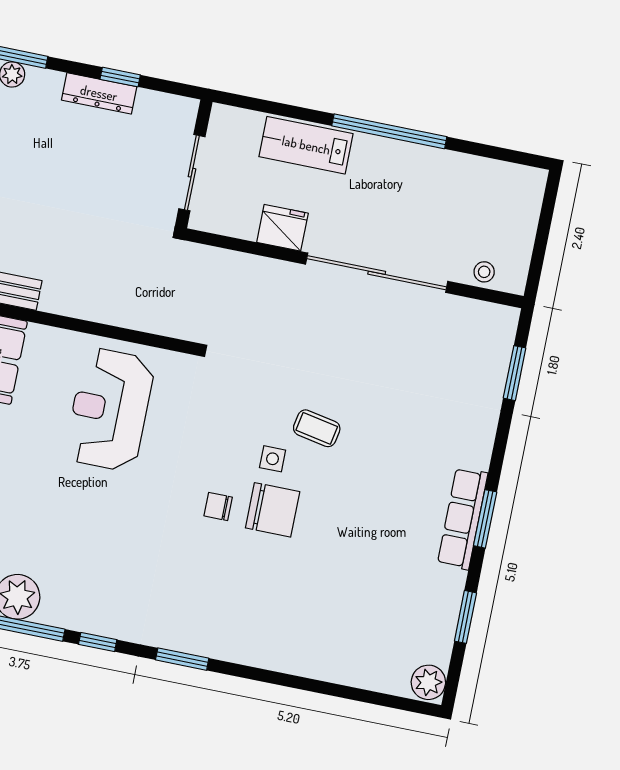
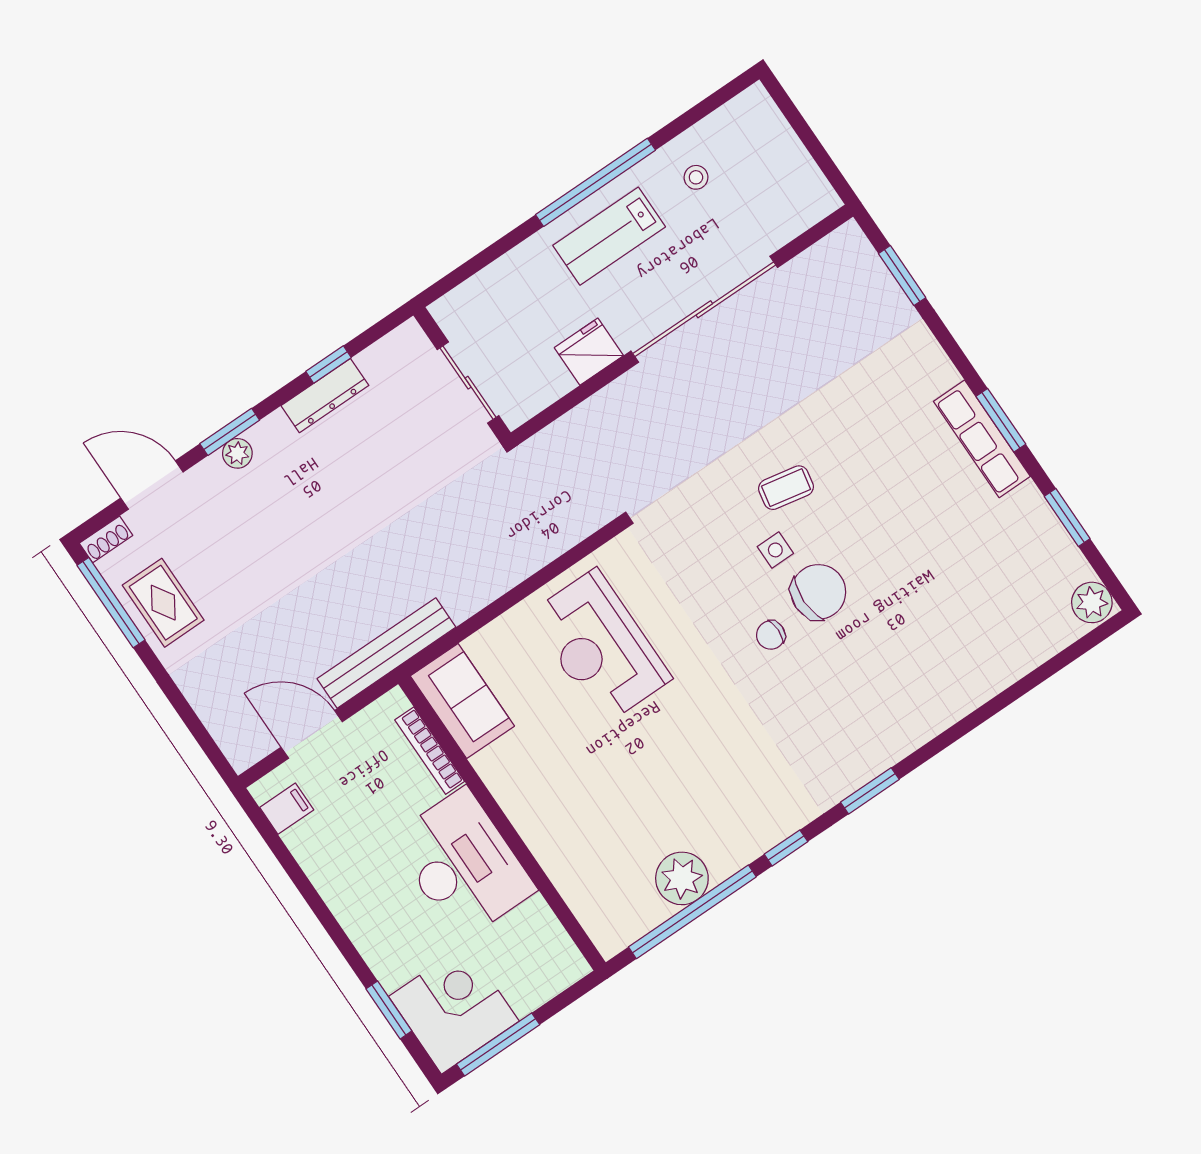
lab bench: (306, 145) -> (609, 236), moved
stool: (484, 272) -> (696, 177), moved

